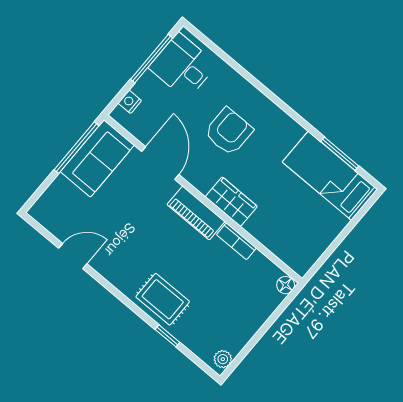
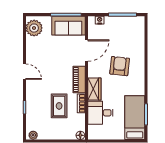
desk: (183, 66) -> (100, 113), moved, turned -90
armchair: (229, 131) -> (120, 66), turned -84
plant: (55, 216) -> (34, 28), added
door: (73, 256) -> (24, 72), moved
rug: (163, 299) -> (59, 106), moved

